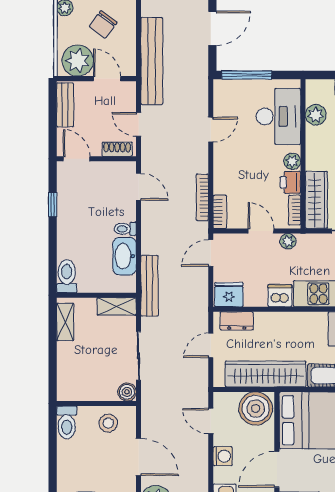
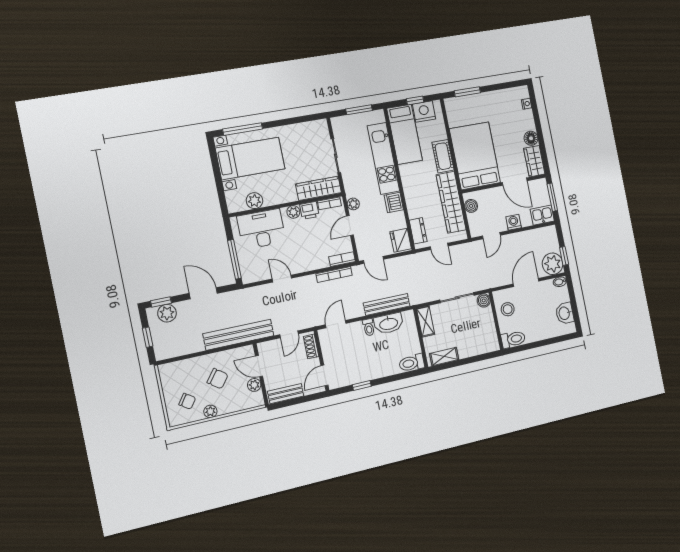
plant: (78, 61) -> (254, 385), width x0.53, depth x0.53
door: (107, 79) -> (259, 366), hinge flipped
bench: (149, 286) -> (387, 304), moved
boiler: (256, 409) -> (471, 206), width x0.54, depth x0.54

